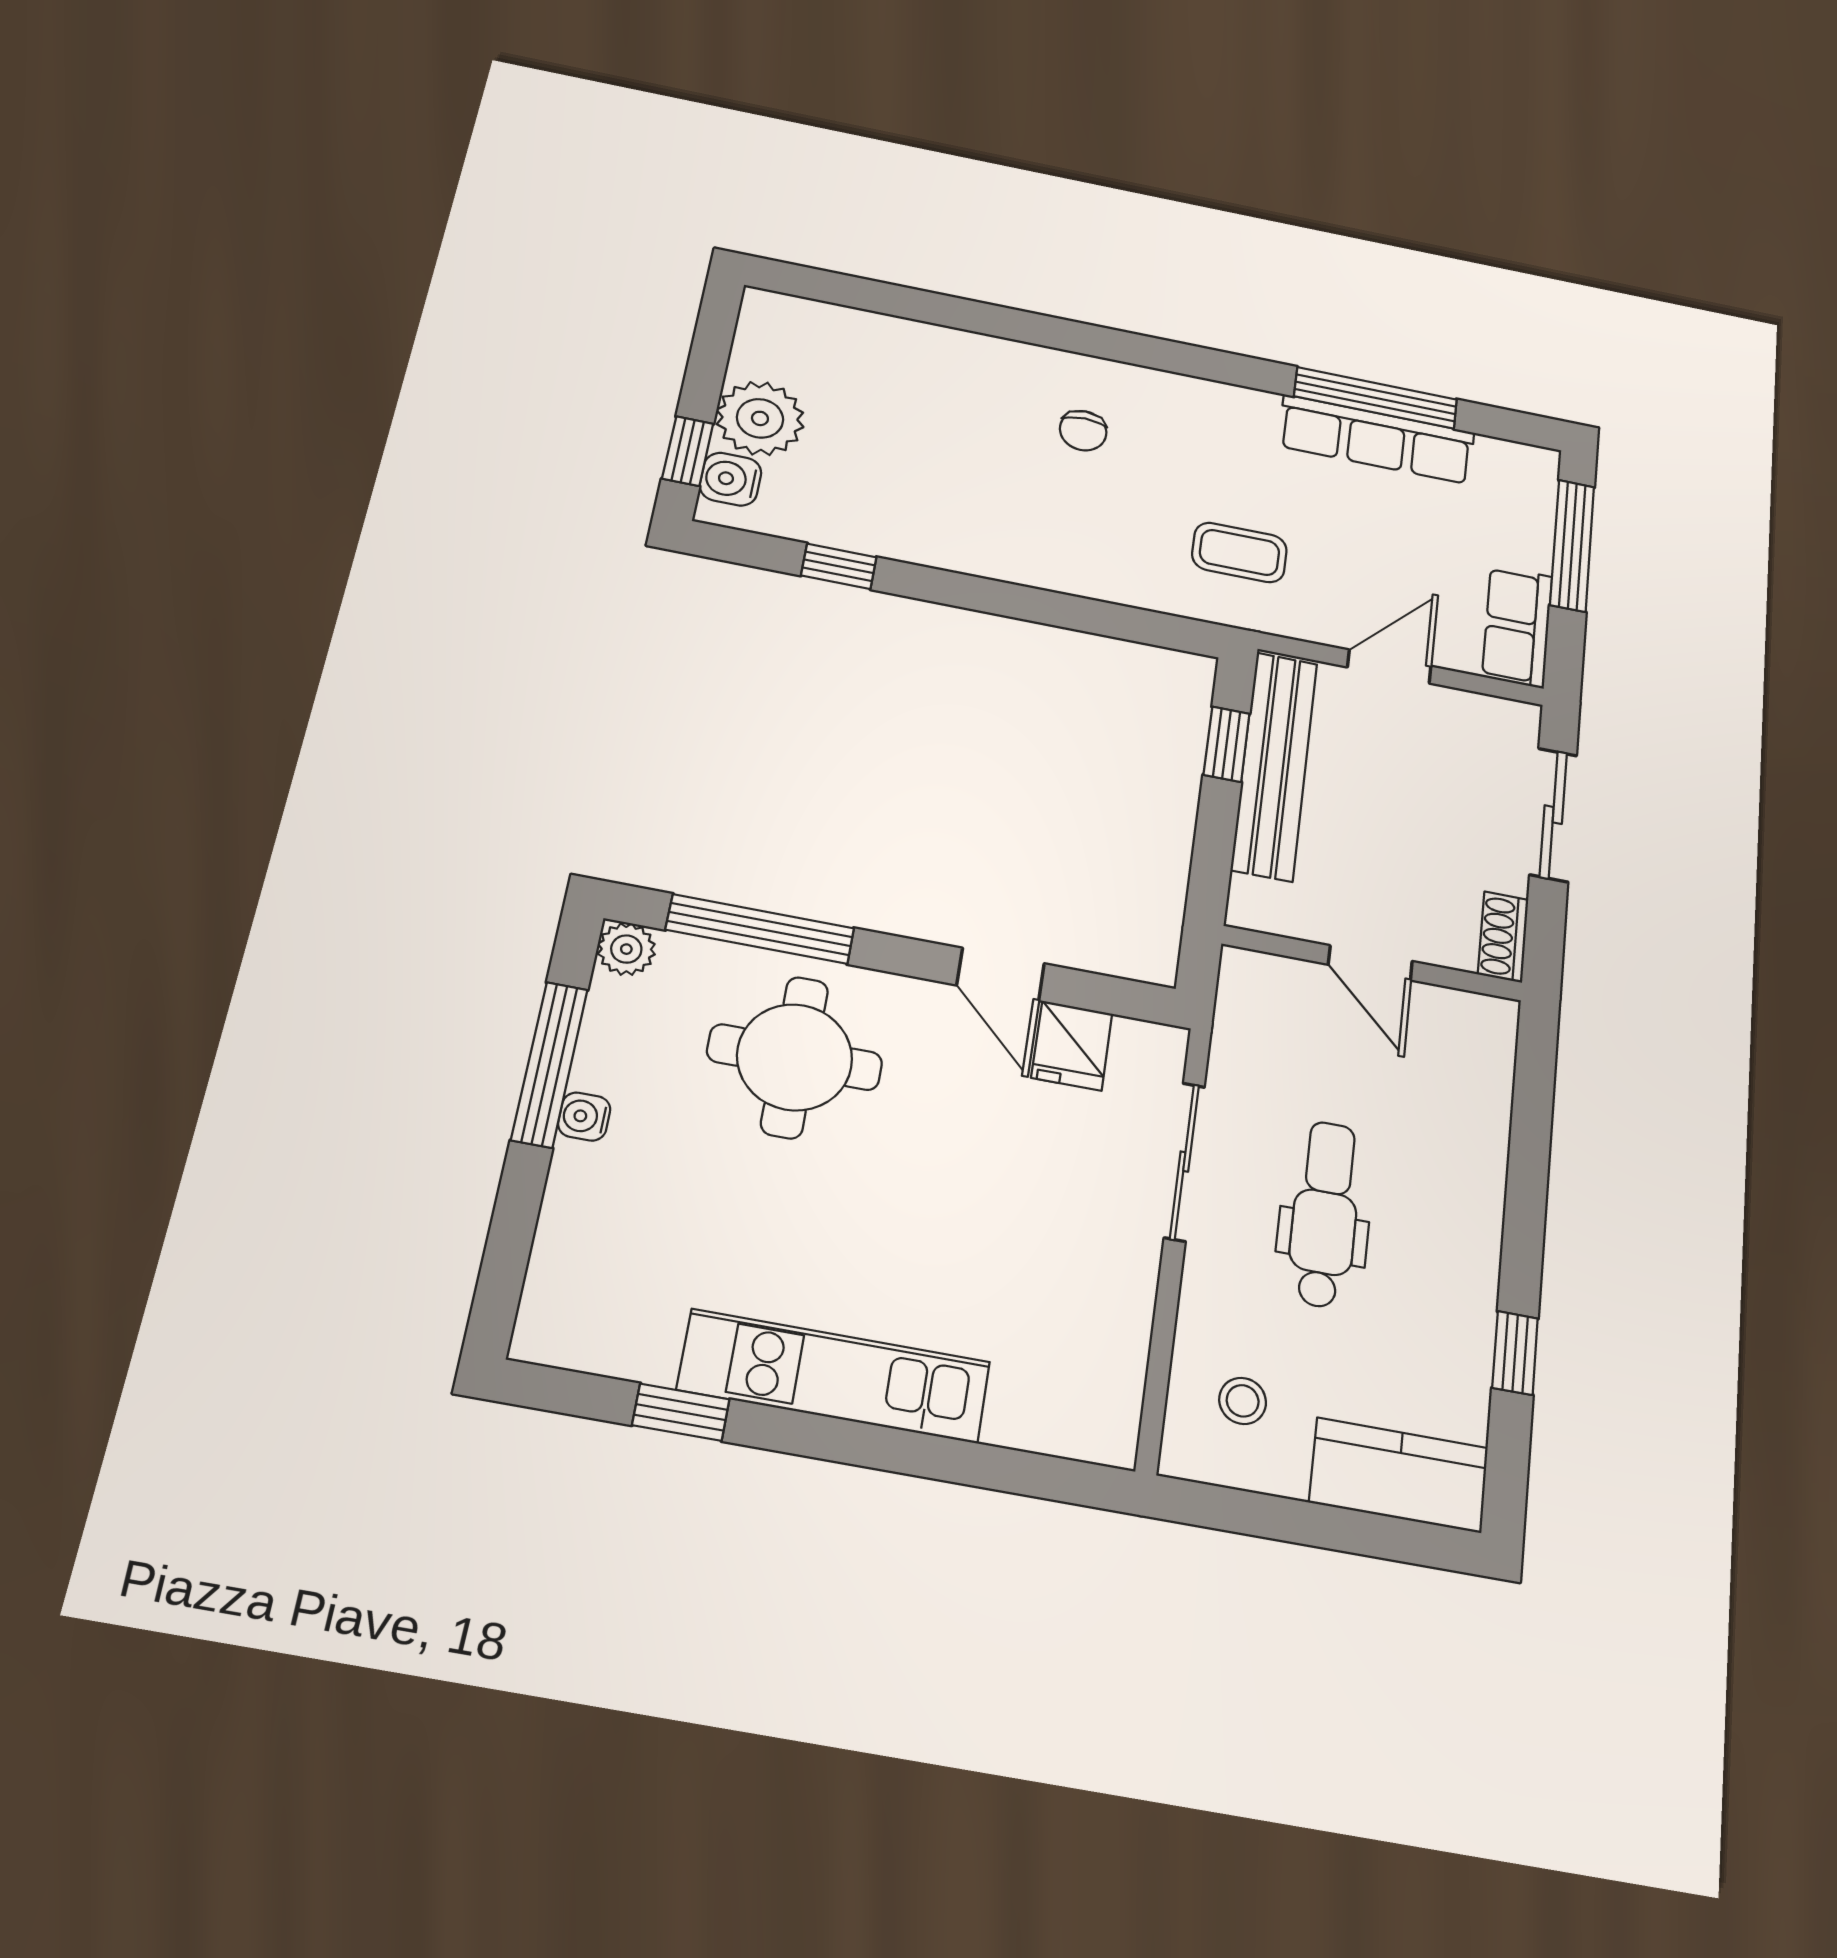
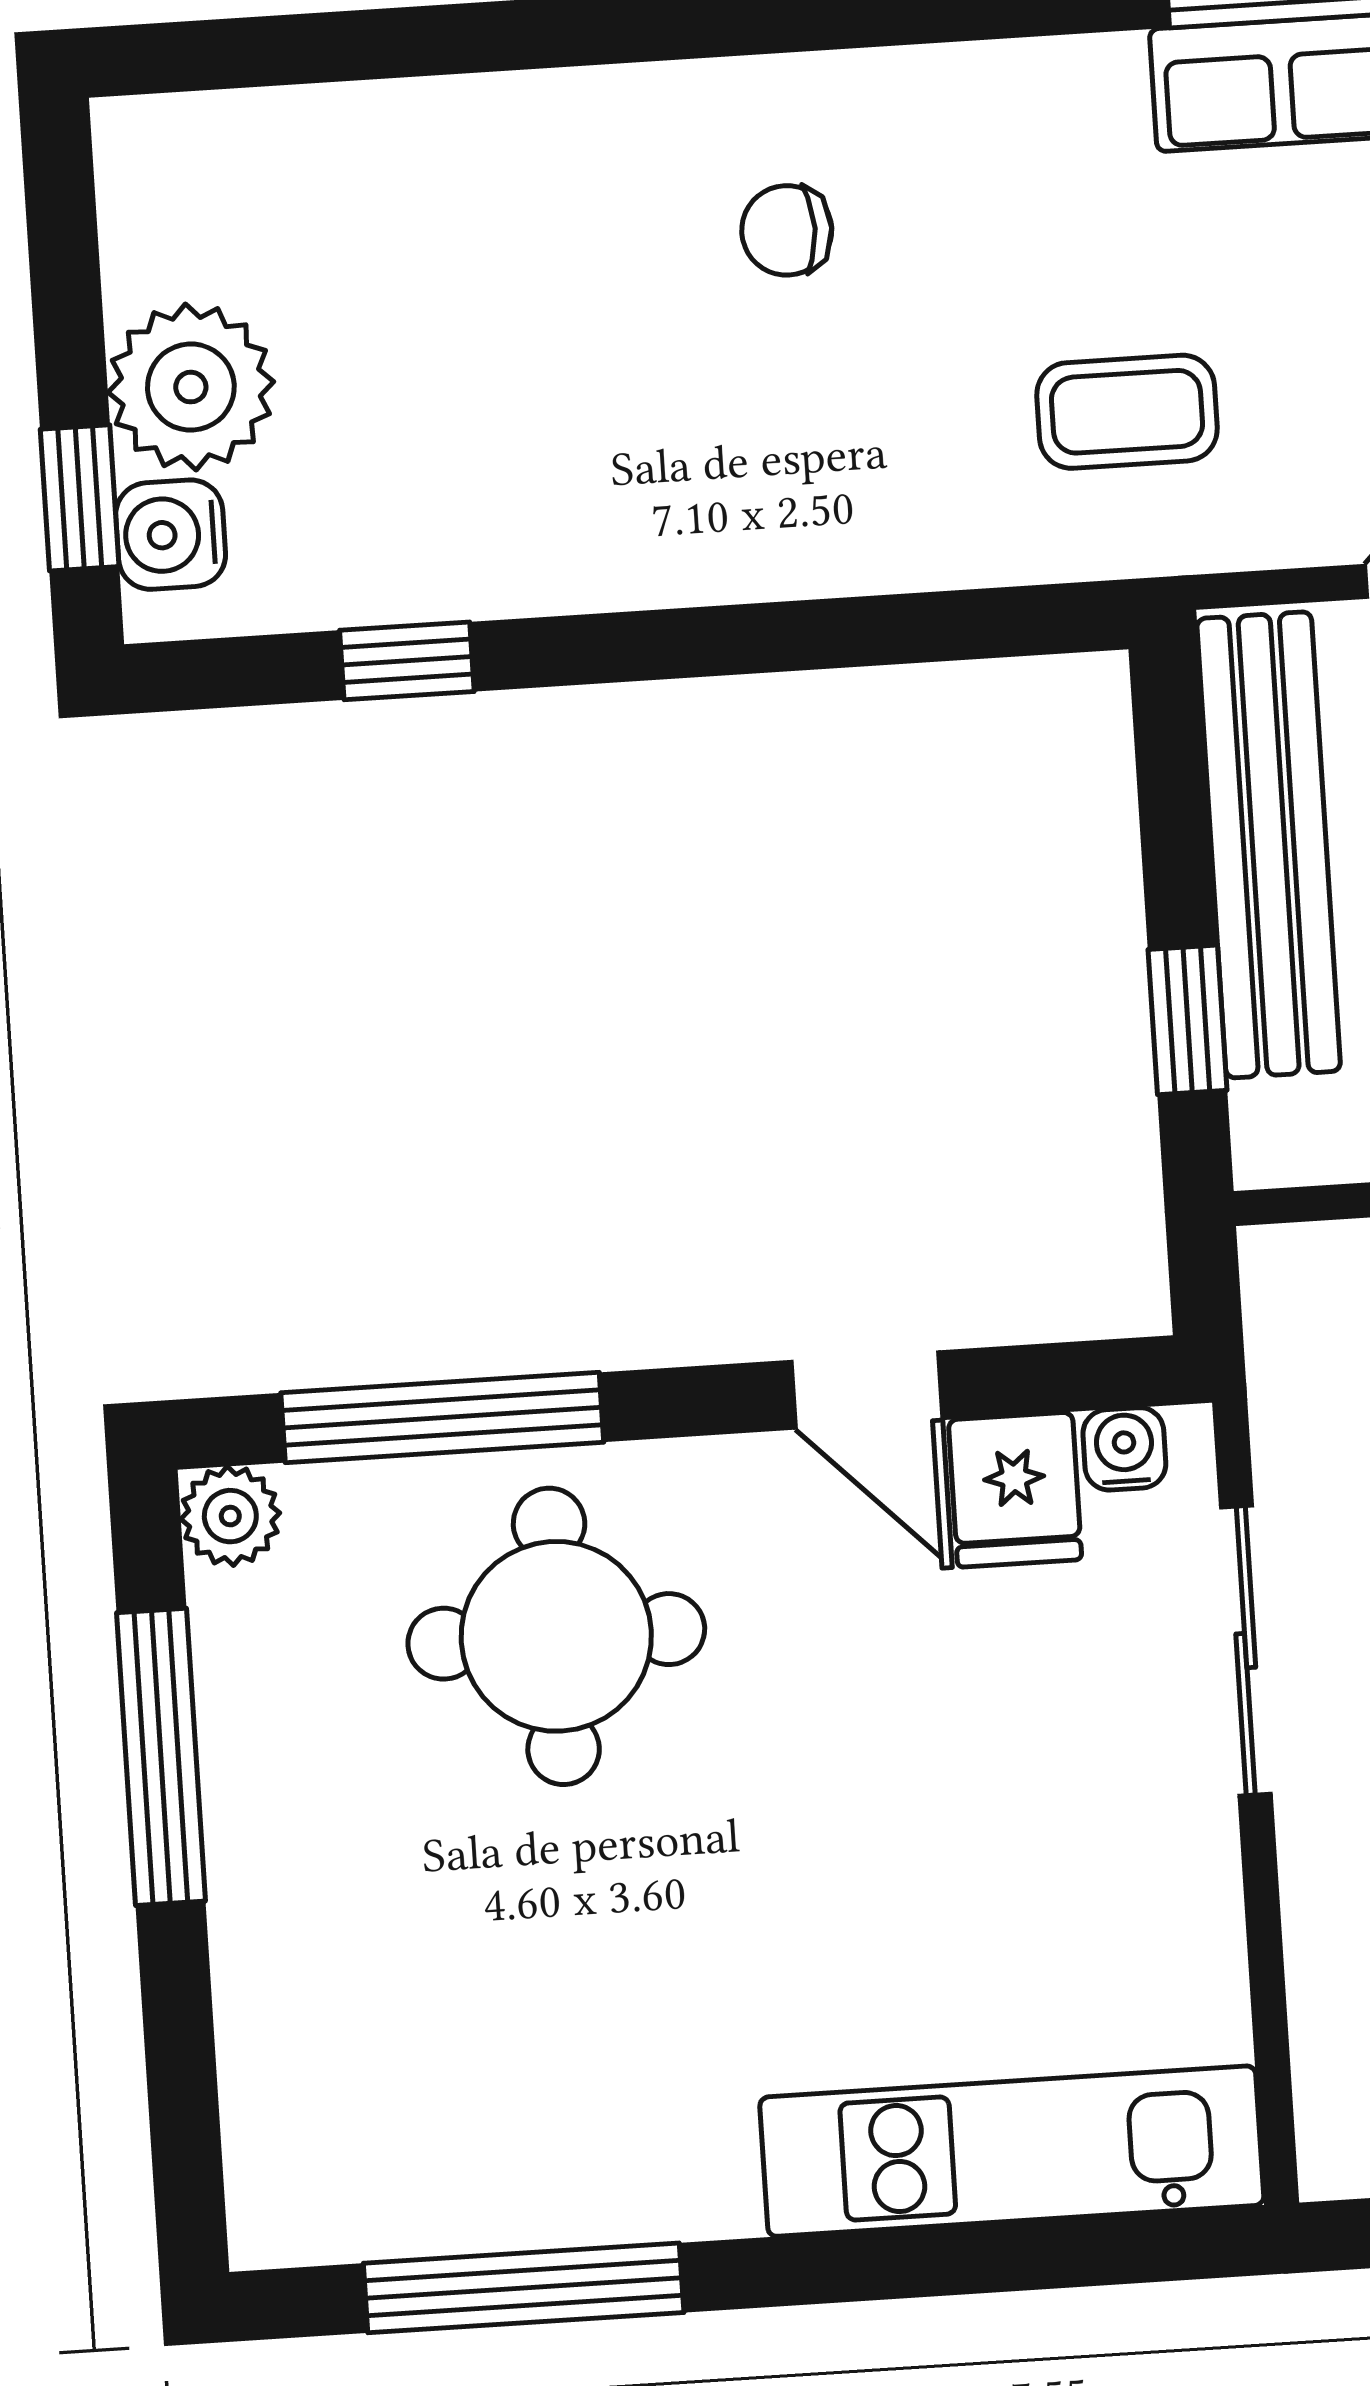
chair: (1083, 431) -> (787, 230), turned 90
window: (1227, 744) -> (1188, 1020), moved
water cooler: (584, 1117) -> (1124, 1449), moved, turned 90
kitchen unit: (834, 1376) -> (1012, 2151), moved
window: (681, 1412) -> (524, 2288), width x2.17

